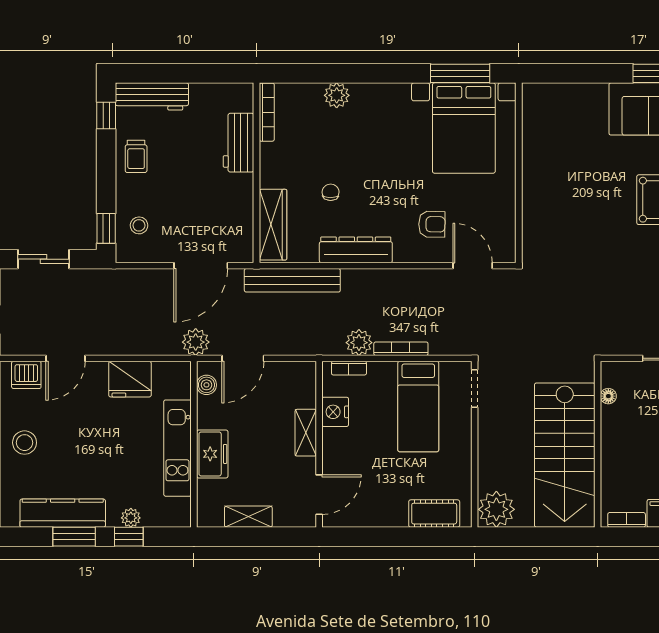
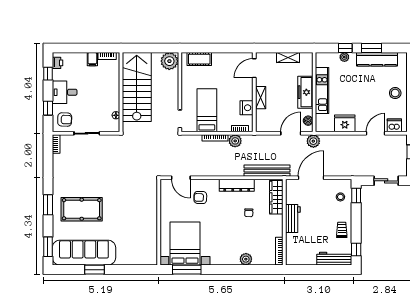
workbench: (239, 143) -> (293, 219), moved
freezer: (212, 454) -> (305, 92), width x1.40

